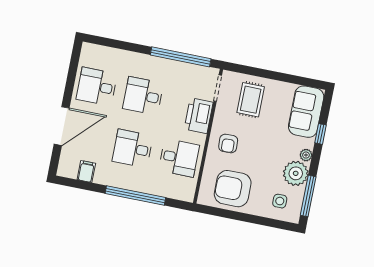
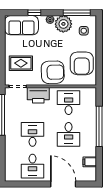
desk: (143, 96) -> (33, 134), turned 180
armchair: (228, 143) -> (53, 72), width x1.88, depth x1.88

